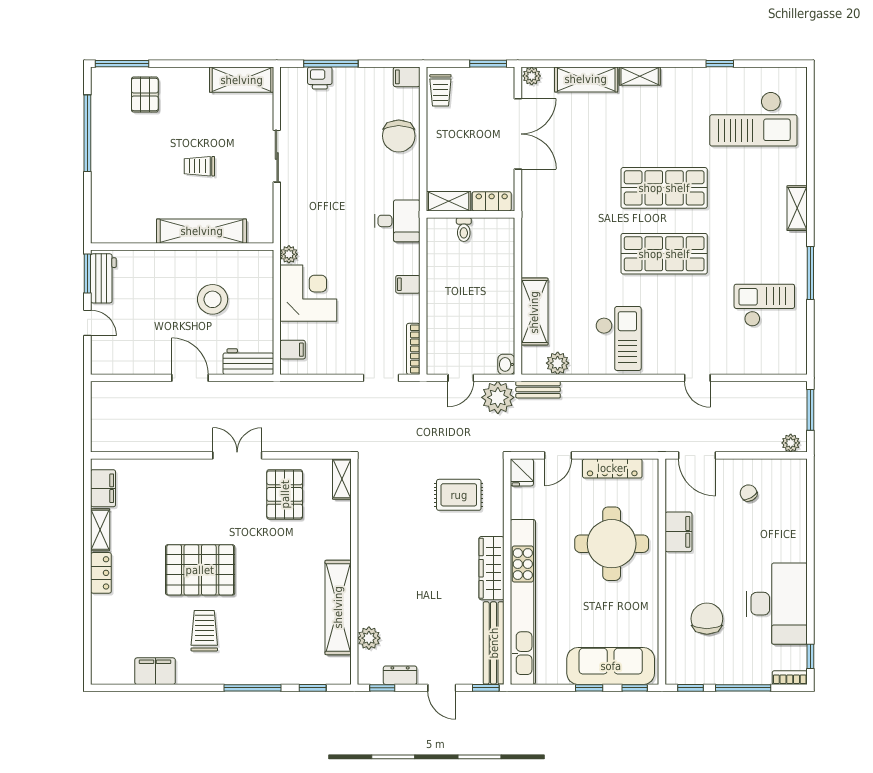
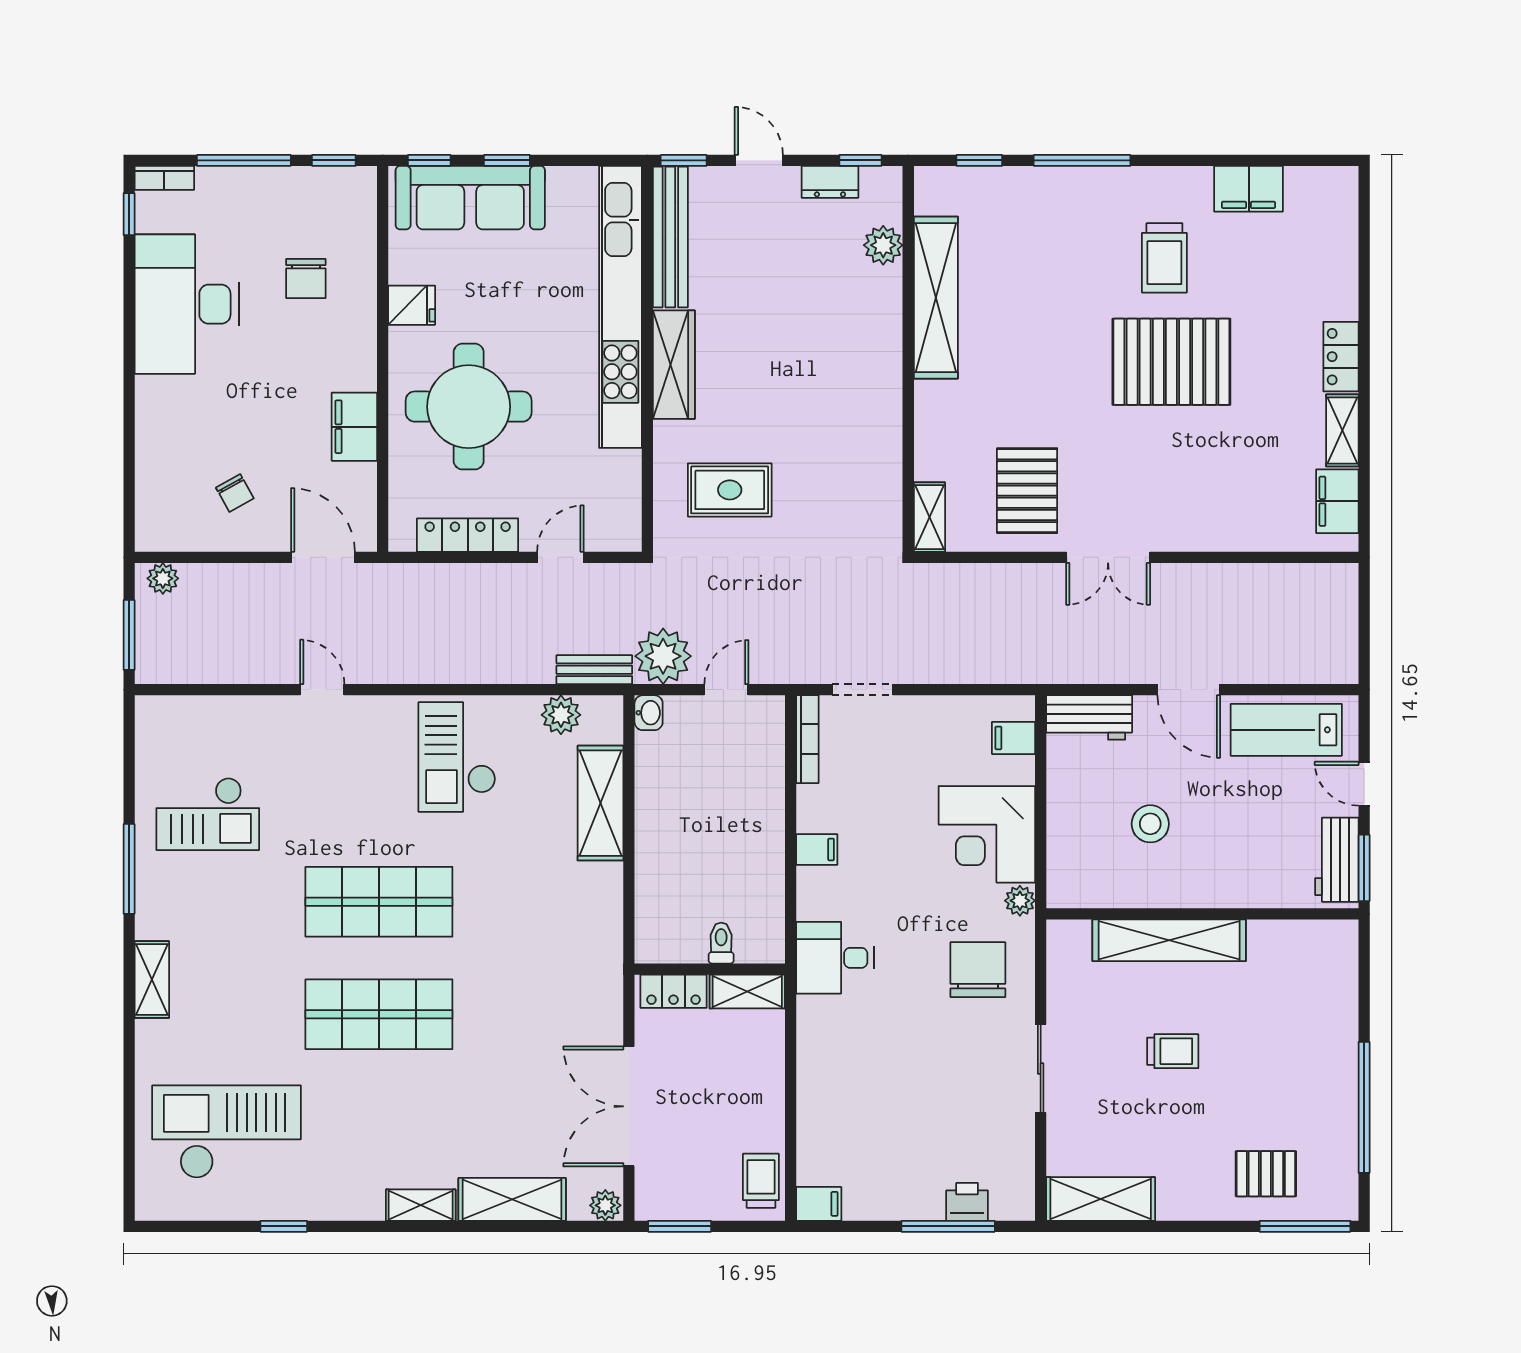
pallet: (145, 95) -> (1266, 1174), turned 90
chair: (399, 136) -> (978, 970), moved
stool: (213, 299) -> (1150, 824), width x0.73, depth x0.73
lab bench: (133, 354) -> (1286, 730), added
fridge: (522, 472) -> (412, 305), moved, turned 90
chair: (707, 619) -> (306, 279), width x0.73, depth x0.73

